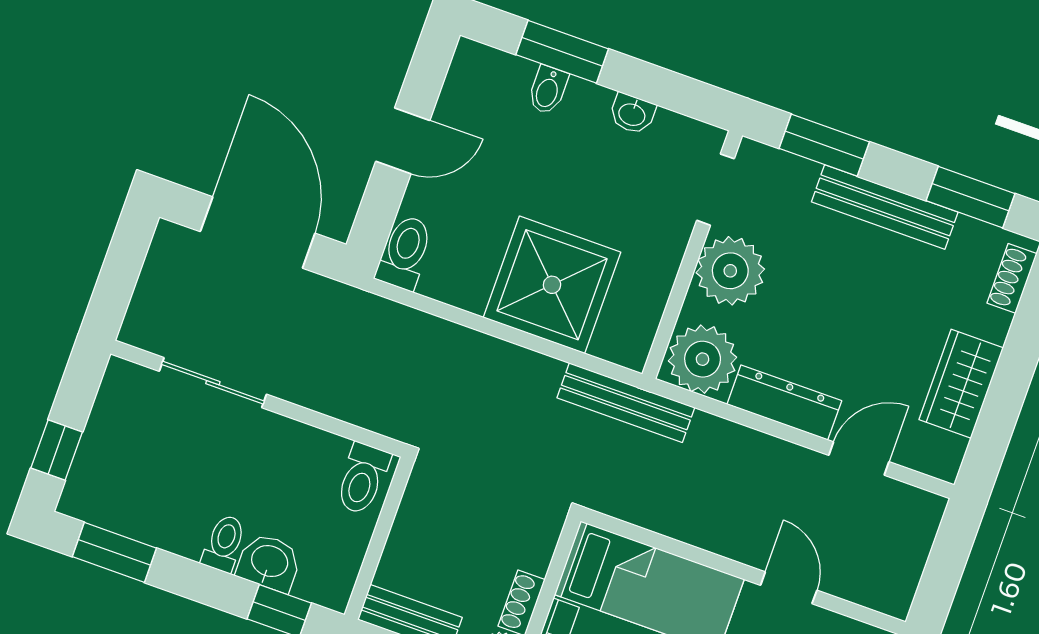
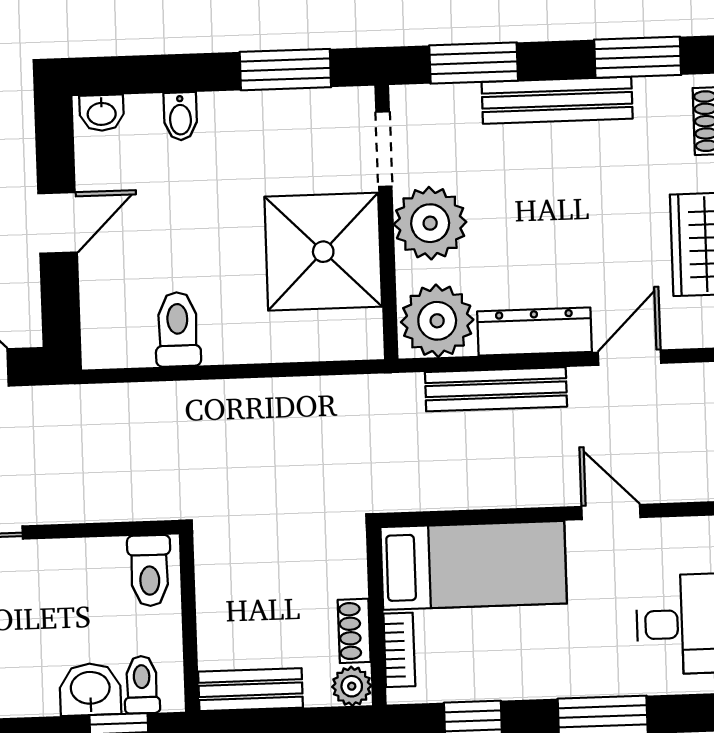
window: (562, 52) -> (285, 70), moved
washbasin: (632, 114) -> (102, 113), moved
toilet: (405, 253) -> (178, 329), moved
shower: (552, 285) -> (323, 252), moved
bench: (626, 403) -> (496, 389), moved
toilet: (224, 543) -> (142, 685), moved

